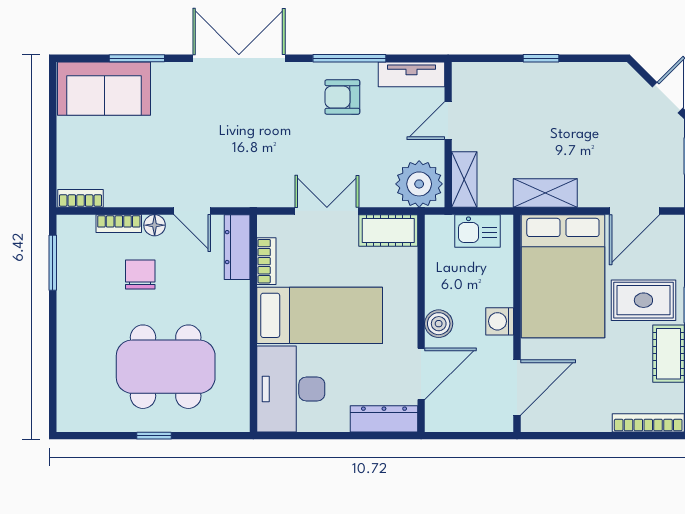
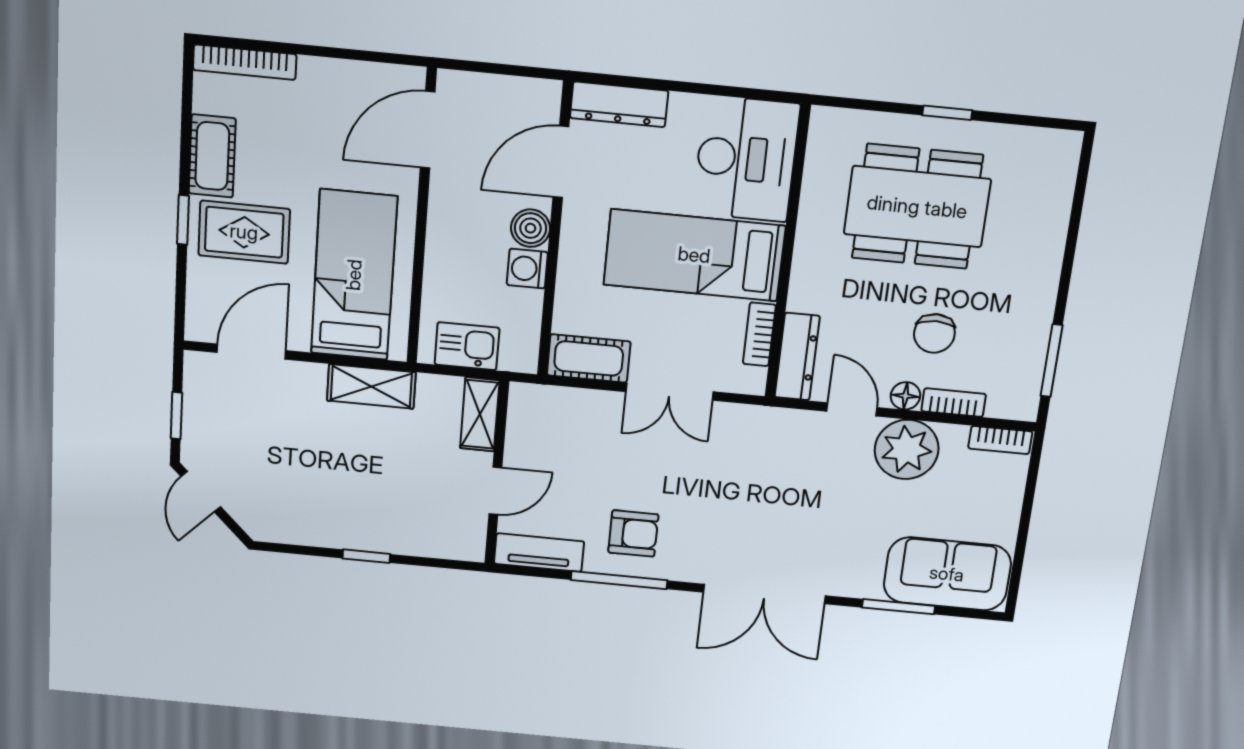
plant: (419, 184) -> (907, 449), moved
bed: (563, 276) -> (354, 275), width x0.67
washing machine: (500, 321) -> (527, 269), moved, turned 180

